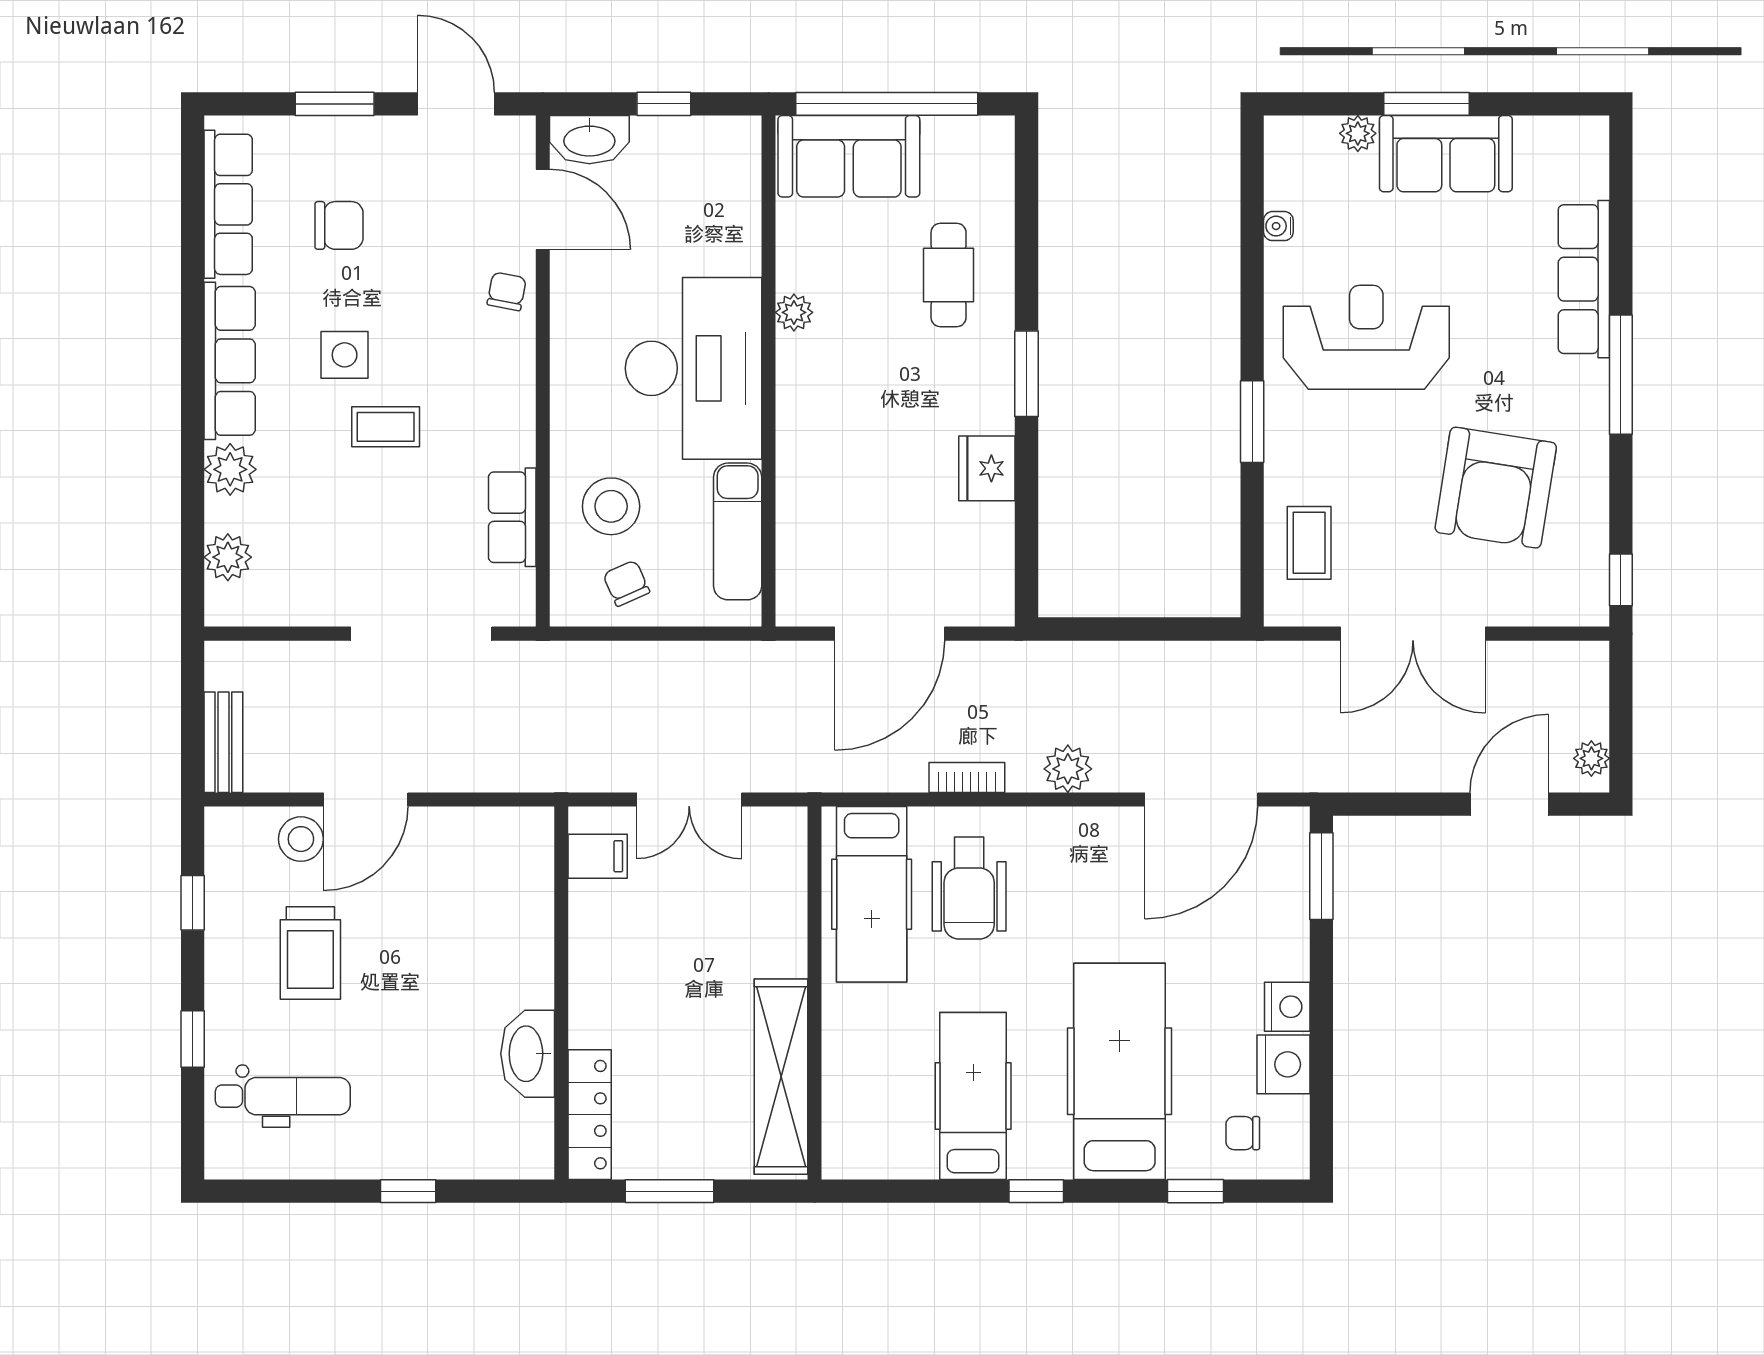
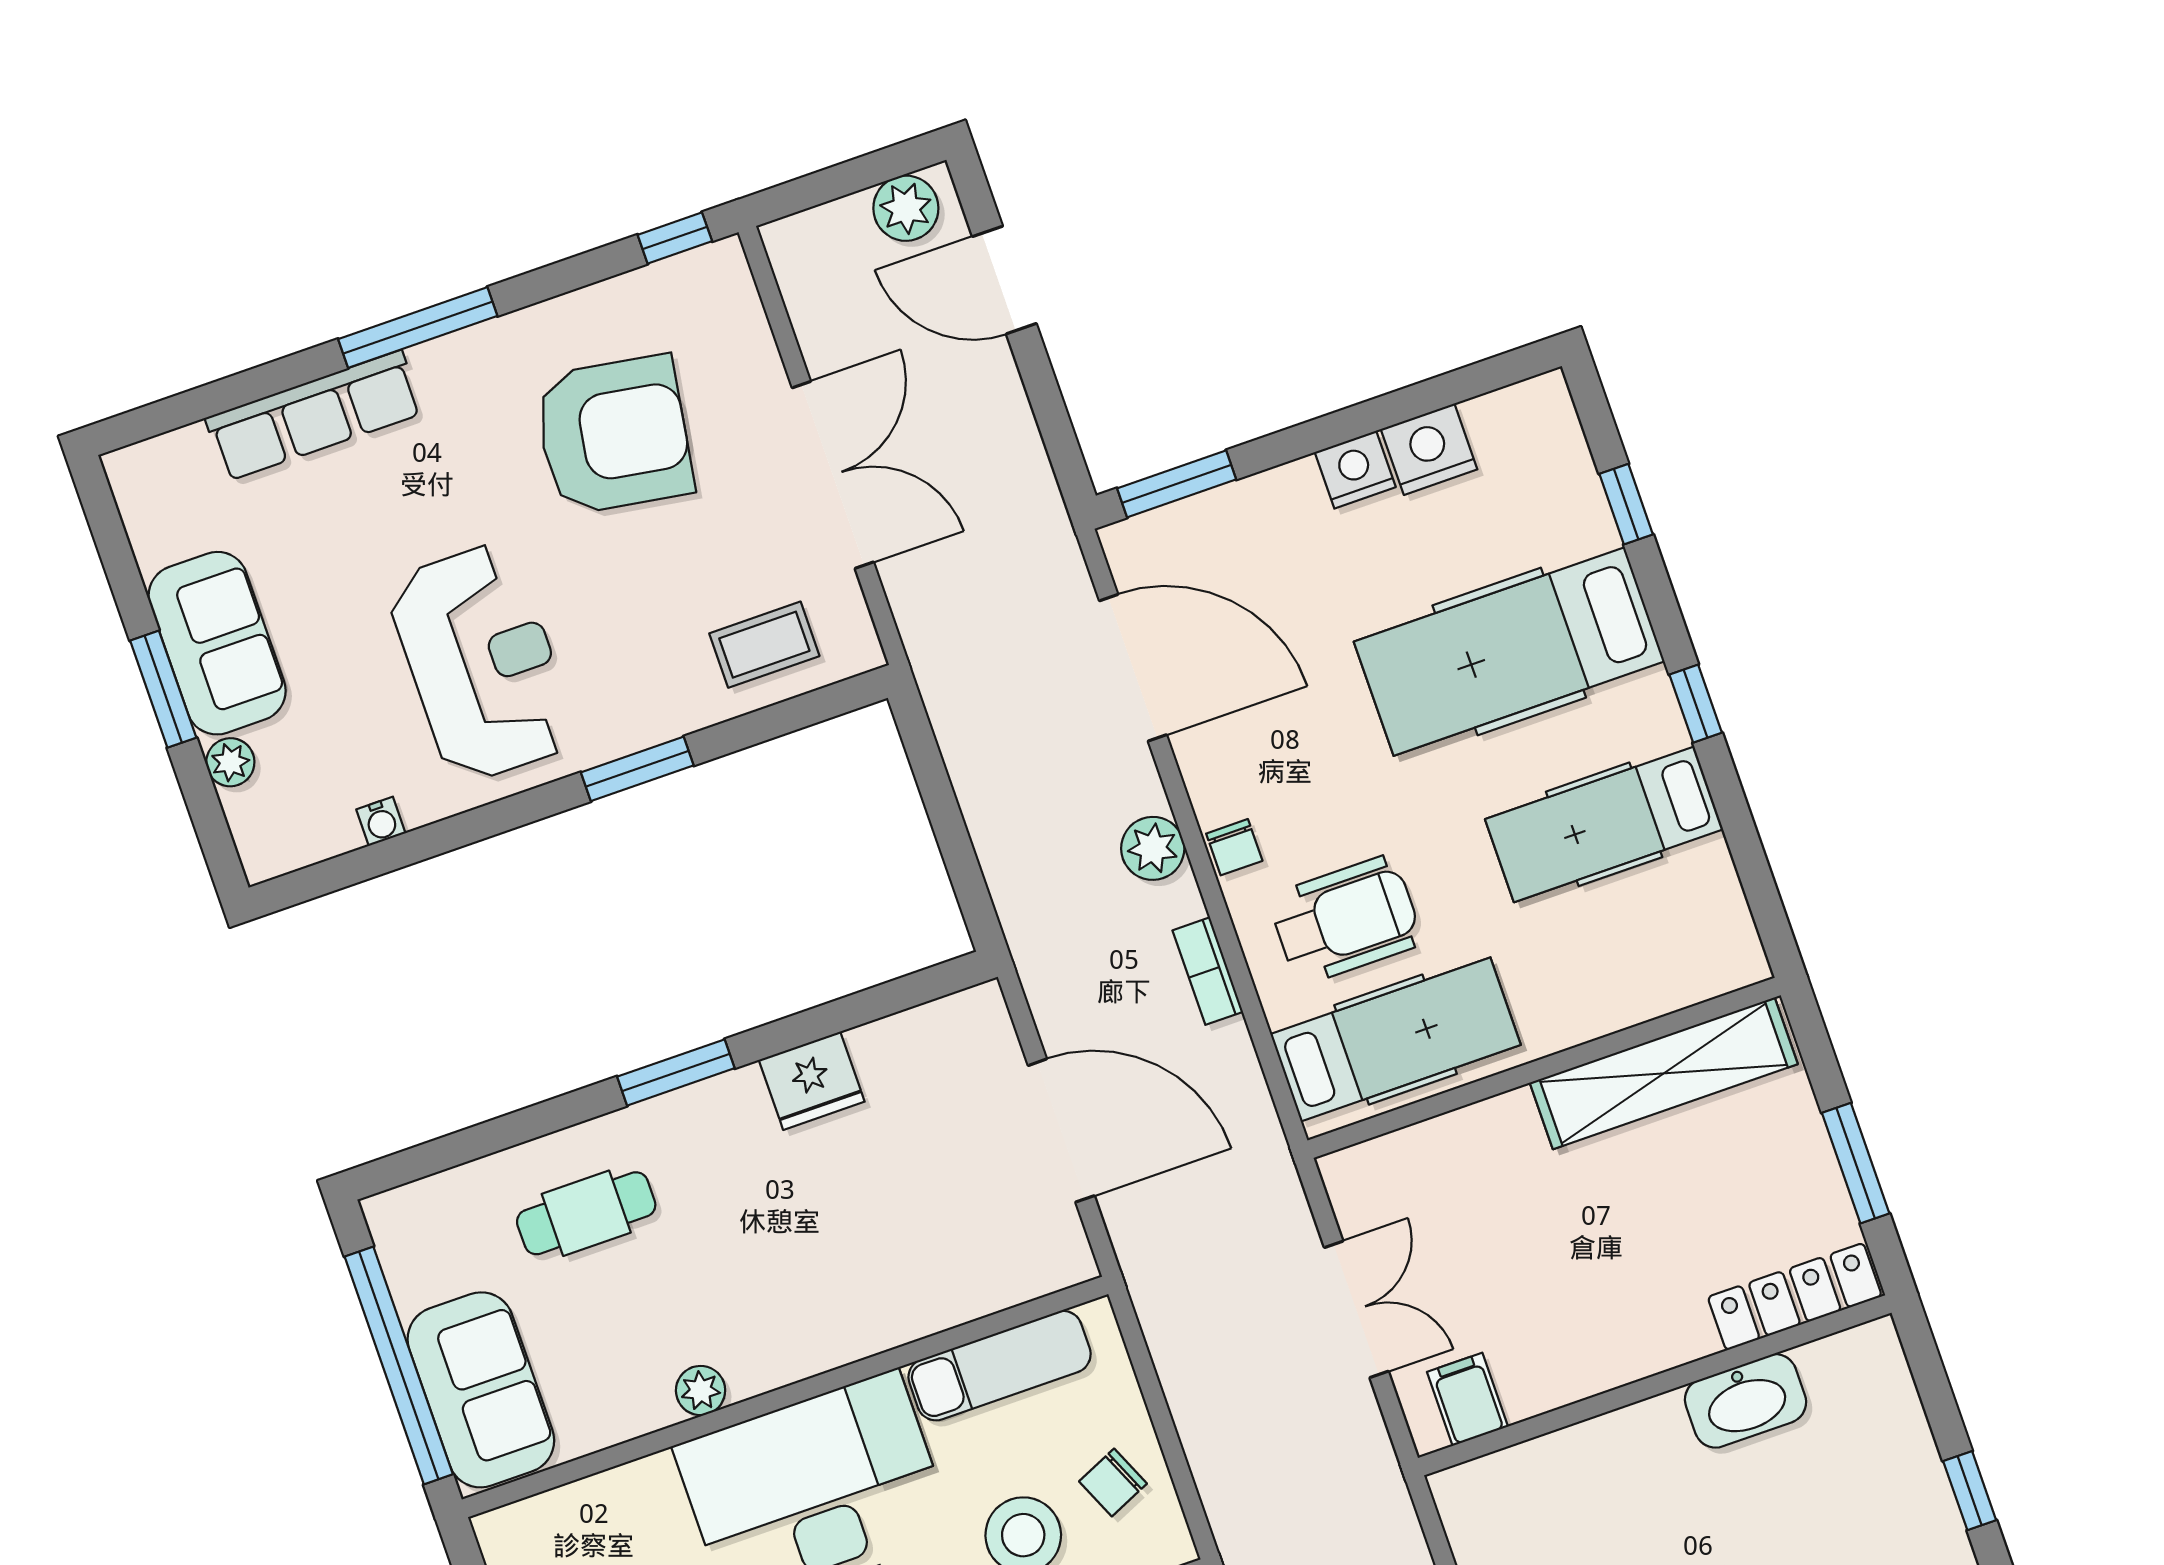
reception desk: (1366, 337) -> (482, 663), turned 180
plant: (1591, 758) -> (906, 208), width x1.38, depth x1.38
chair: (1243, 1133) -> (1234, 847), moved

